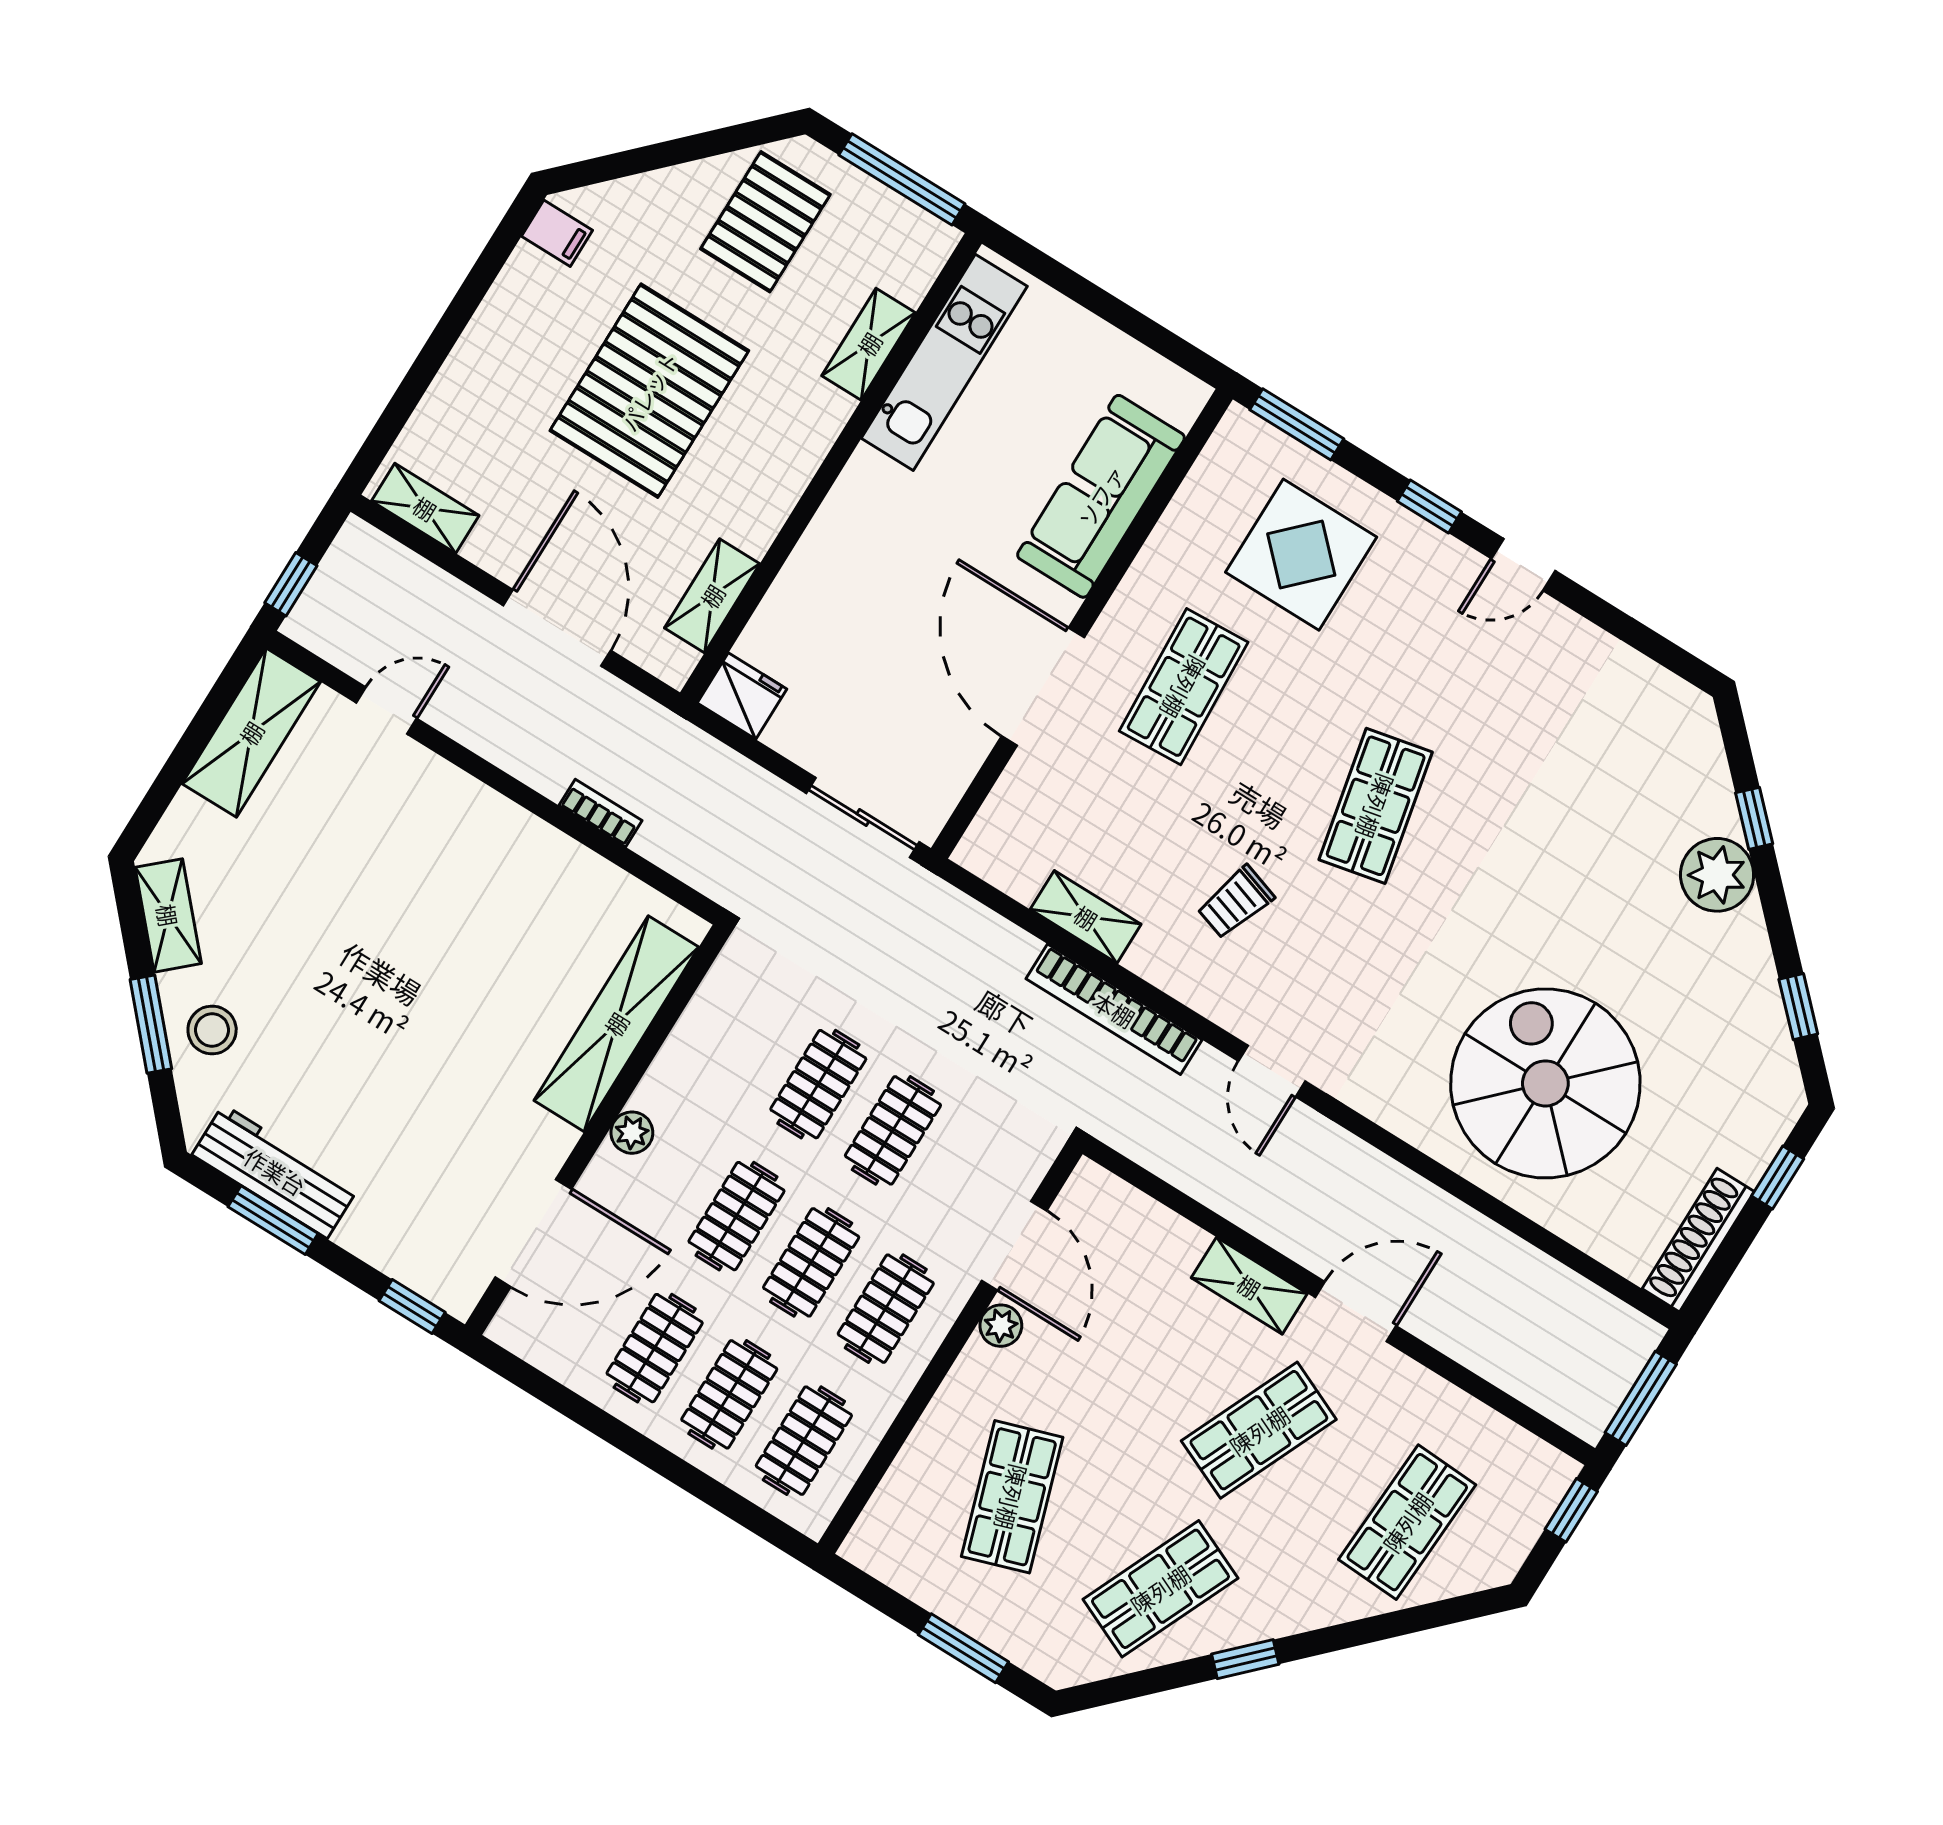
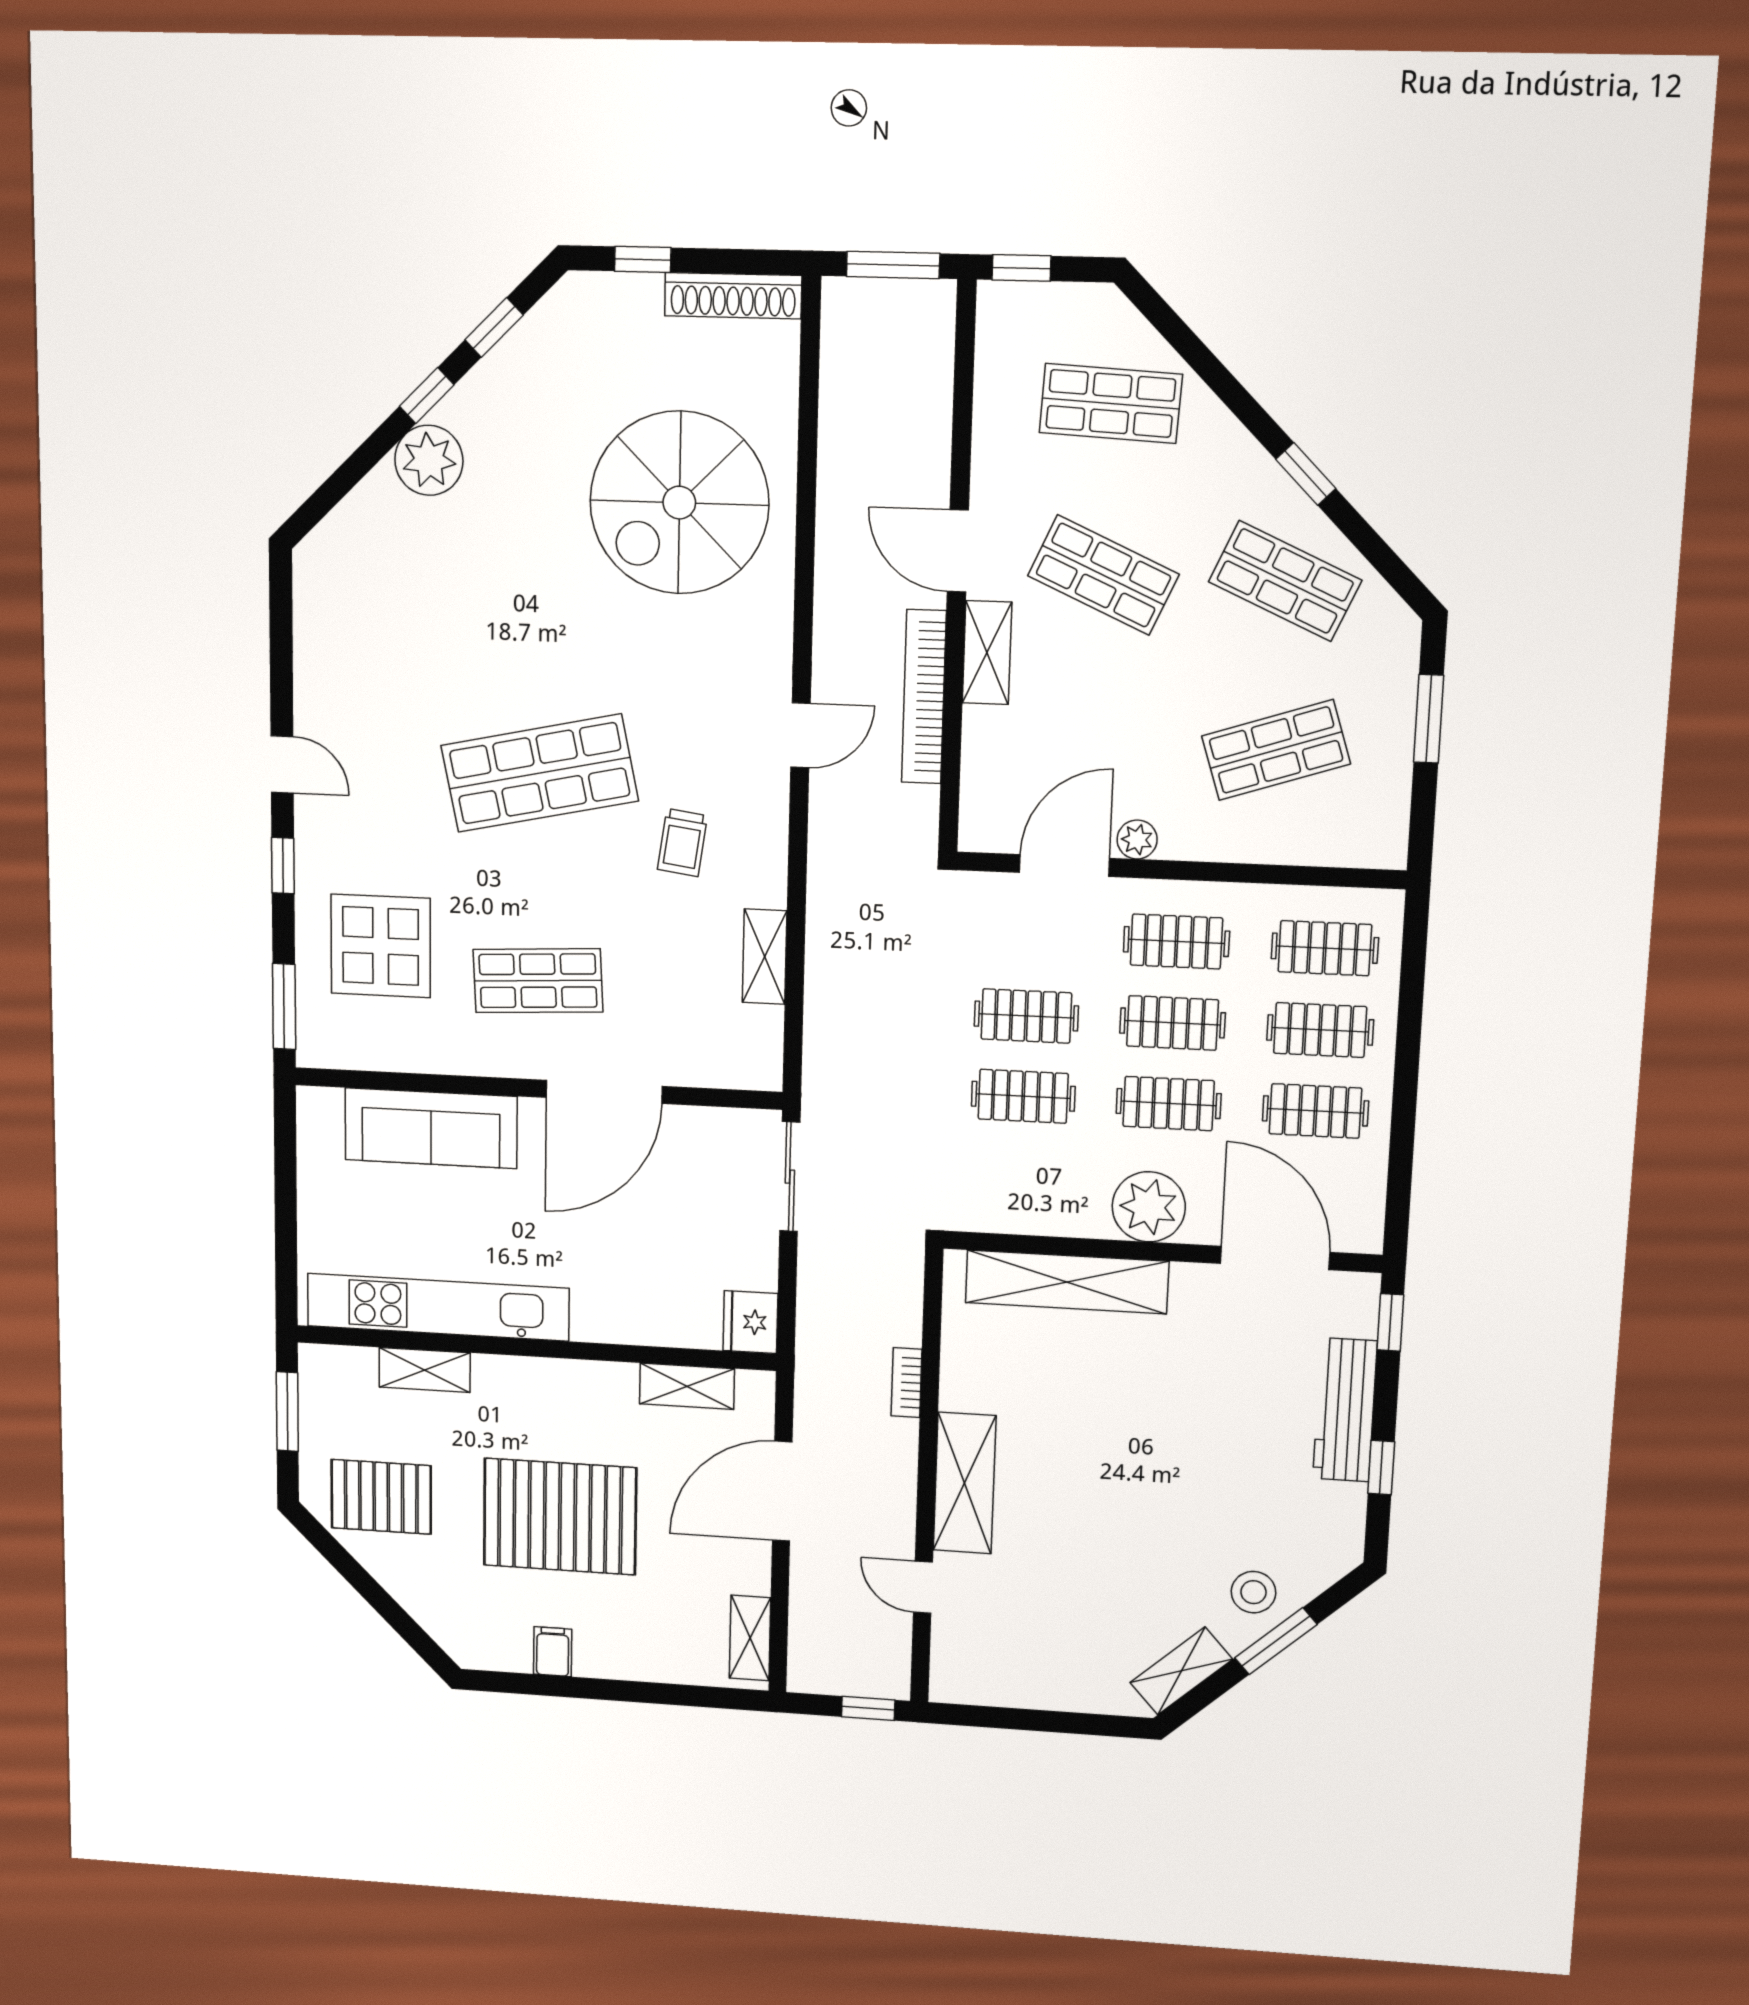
window: (902, 179) -> (287, 1411), width x0.69
filing cabinet: (557, 233) -> (553, 1652), moved
kitchen unit: (944, 362) -> (438, 1307), width x1.36
shelving: (251, 733) -> (965, 1483), moved, turned 90
shop shelf: (1376, 806) -> (540, 773), width x1.43, depth x1.36
window: (1754, 818) -> (427, 396), moved
trolley: (1235, 902) -> (682, 843), turned 80
bookcase: (1114, 1009) -> (924, 697), moved, turned 180
plant: (632, 1133) -> (1149, 1207), width x1.87, depth x1.87
workbench: (275, 1171) -> (1345, 1410), moved
window: (273, 1220) -> (1381, 1468), width x0.67

